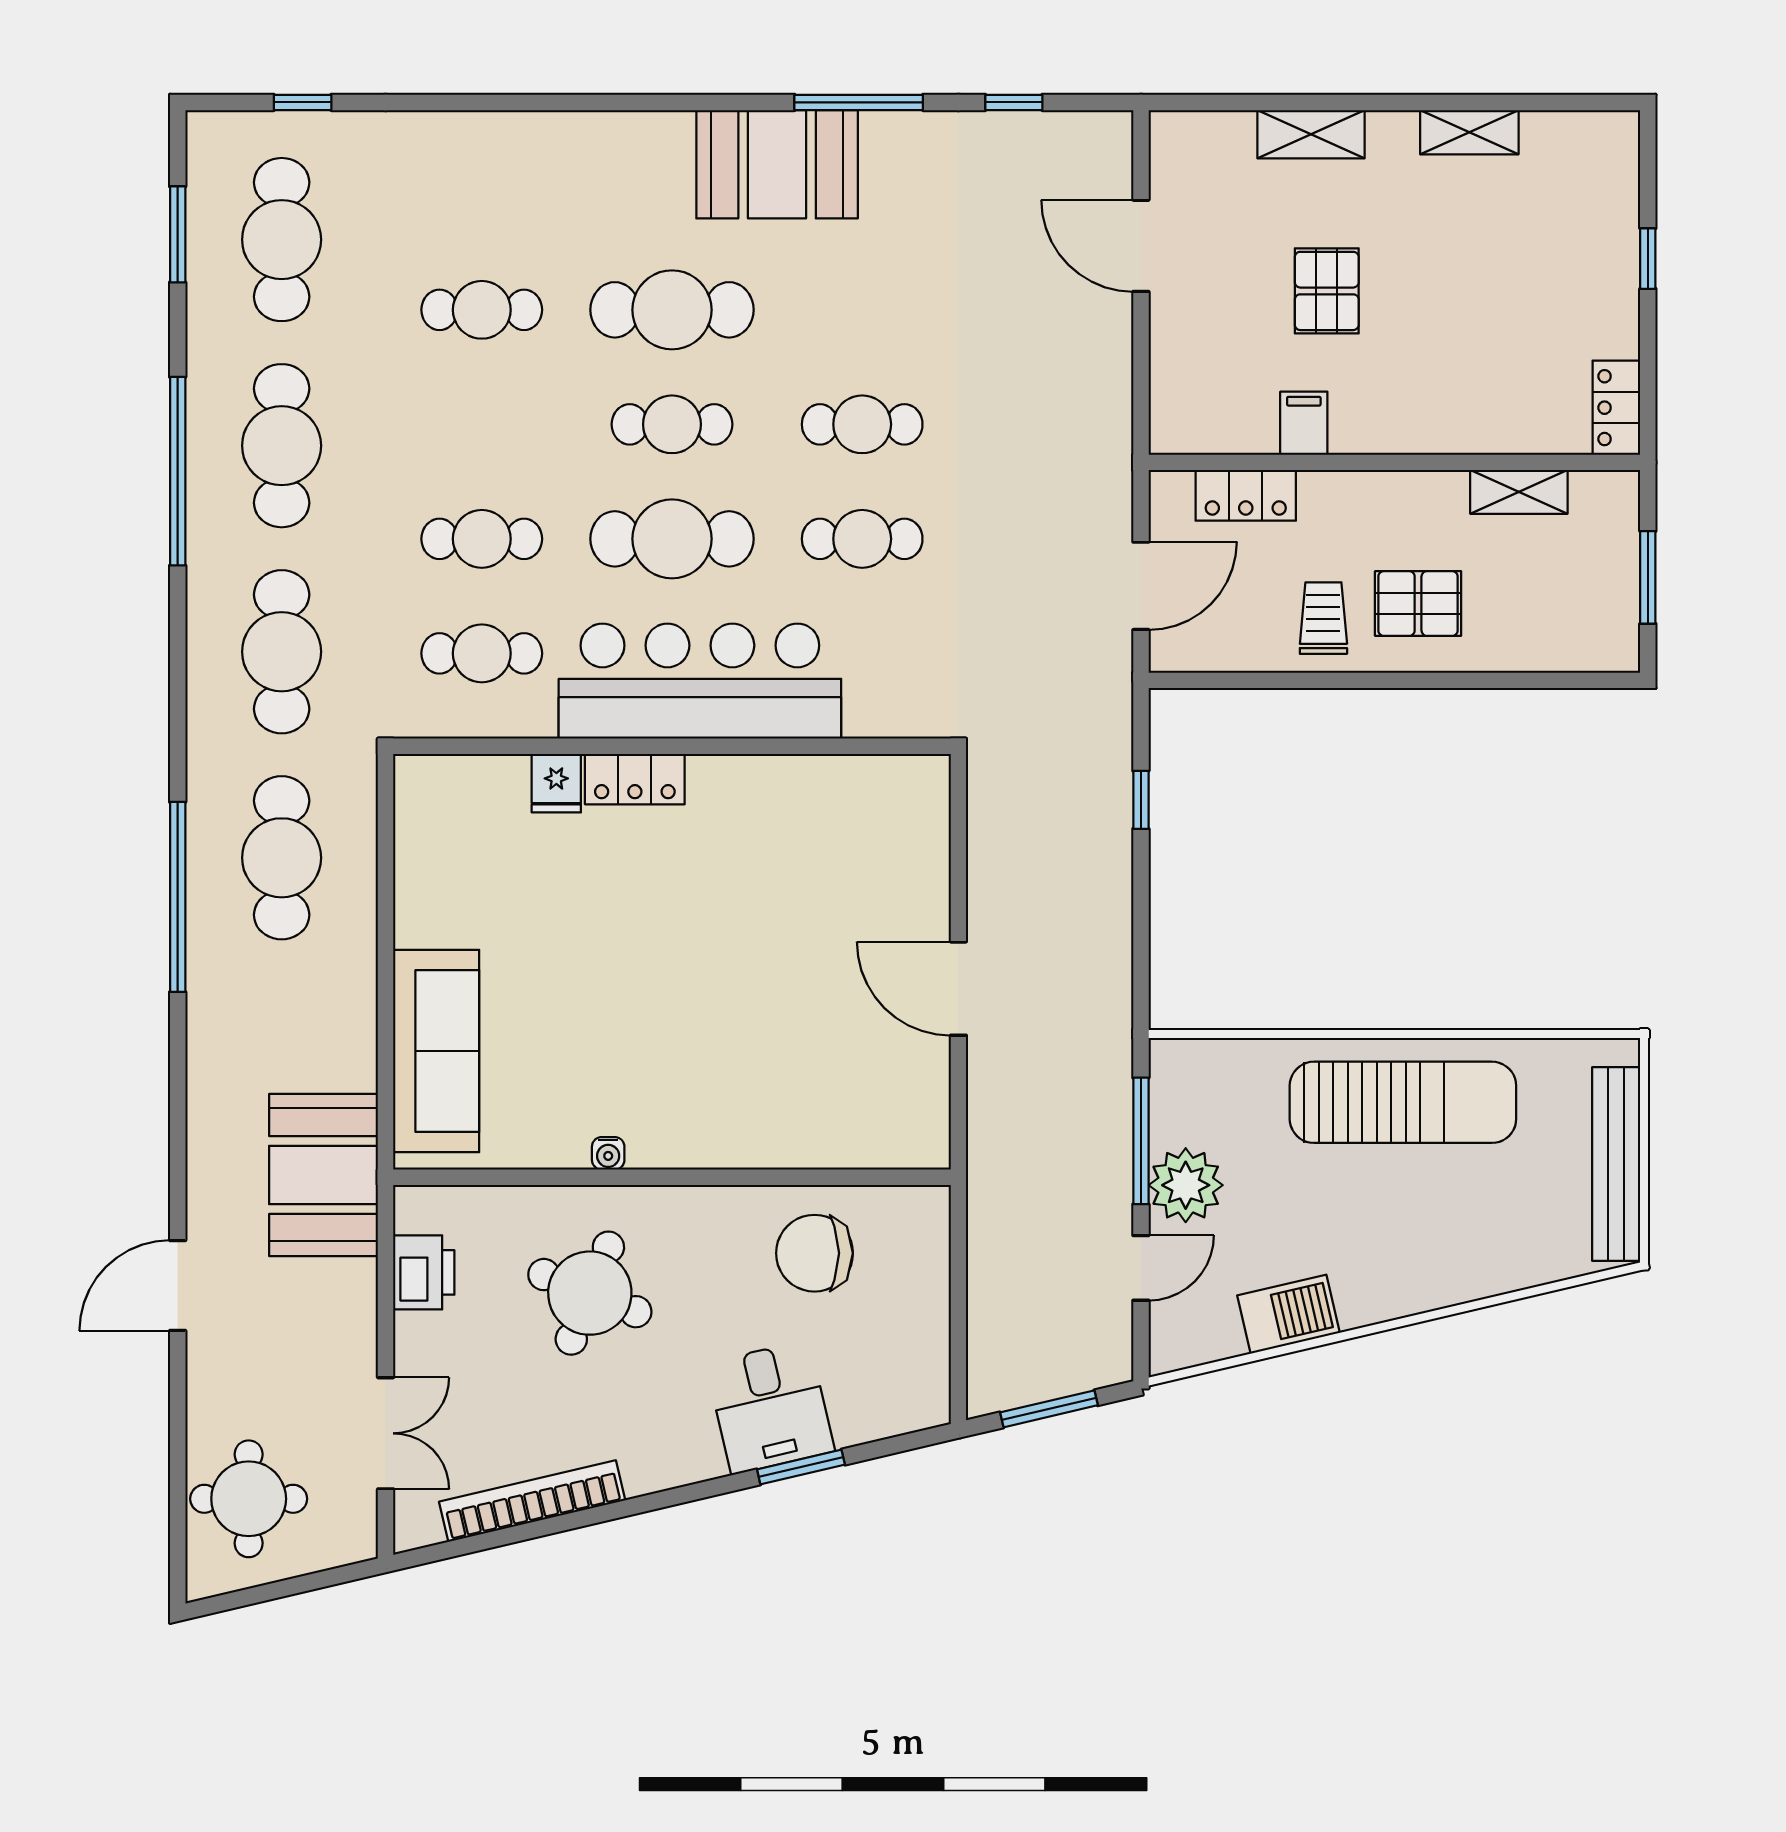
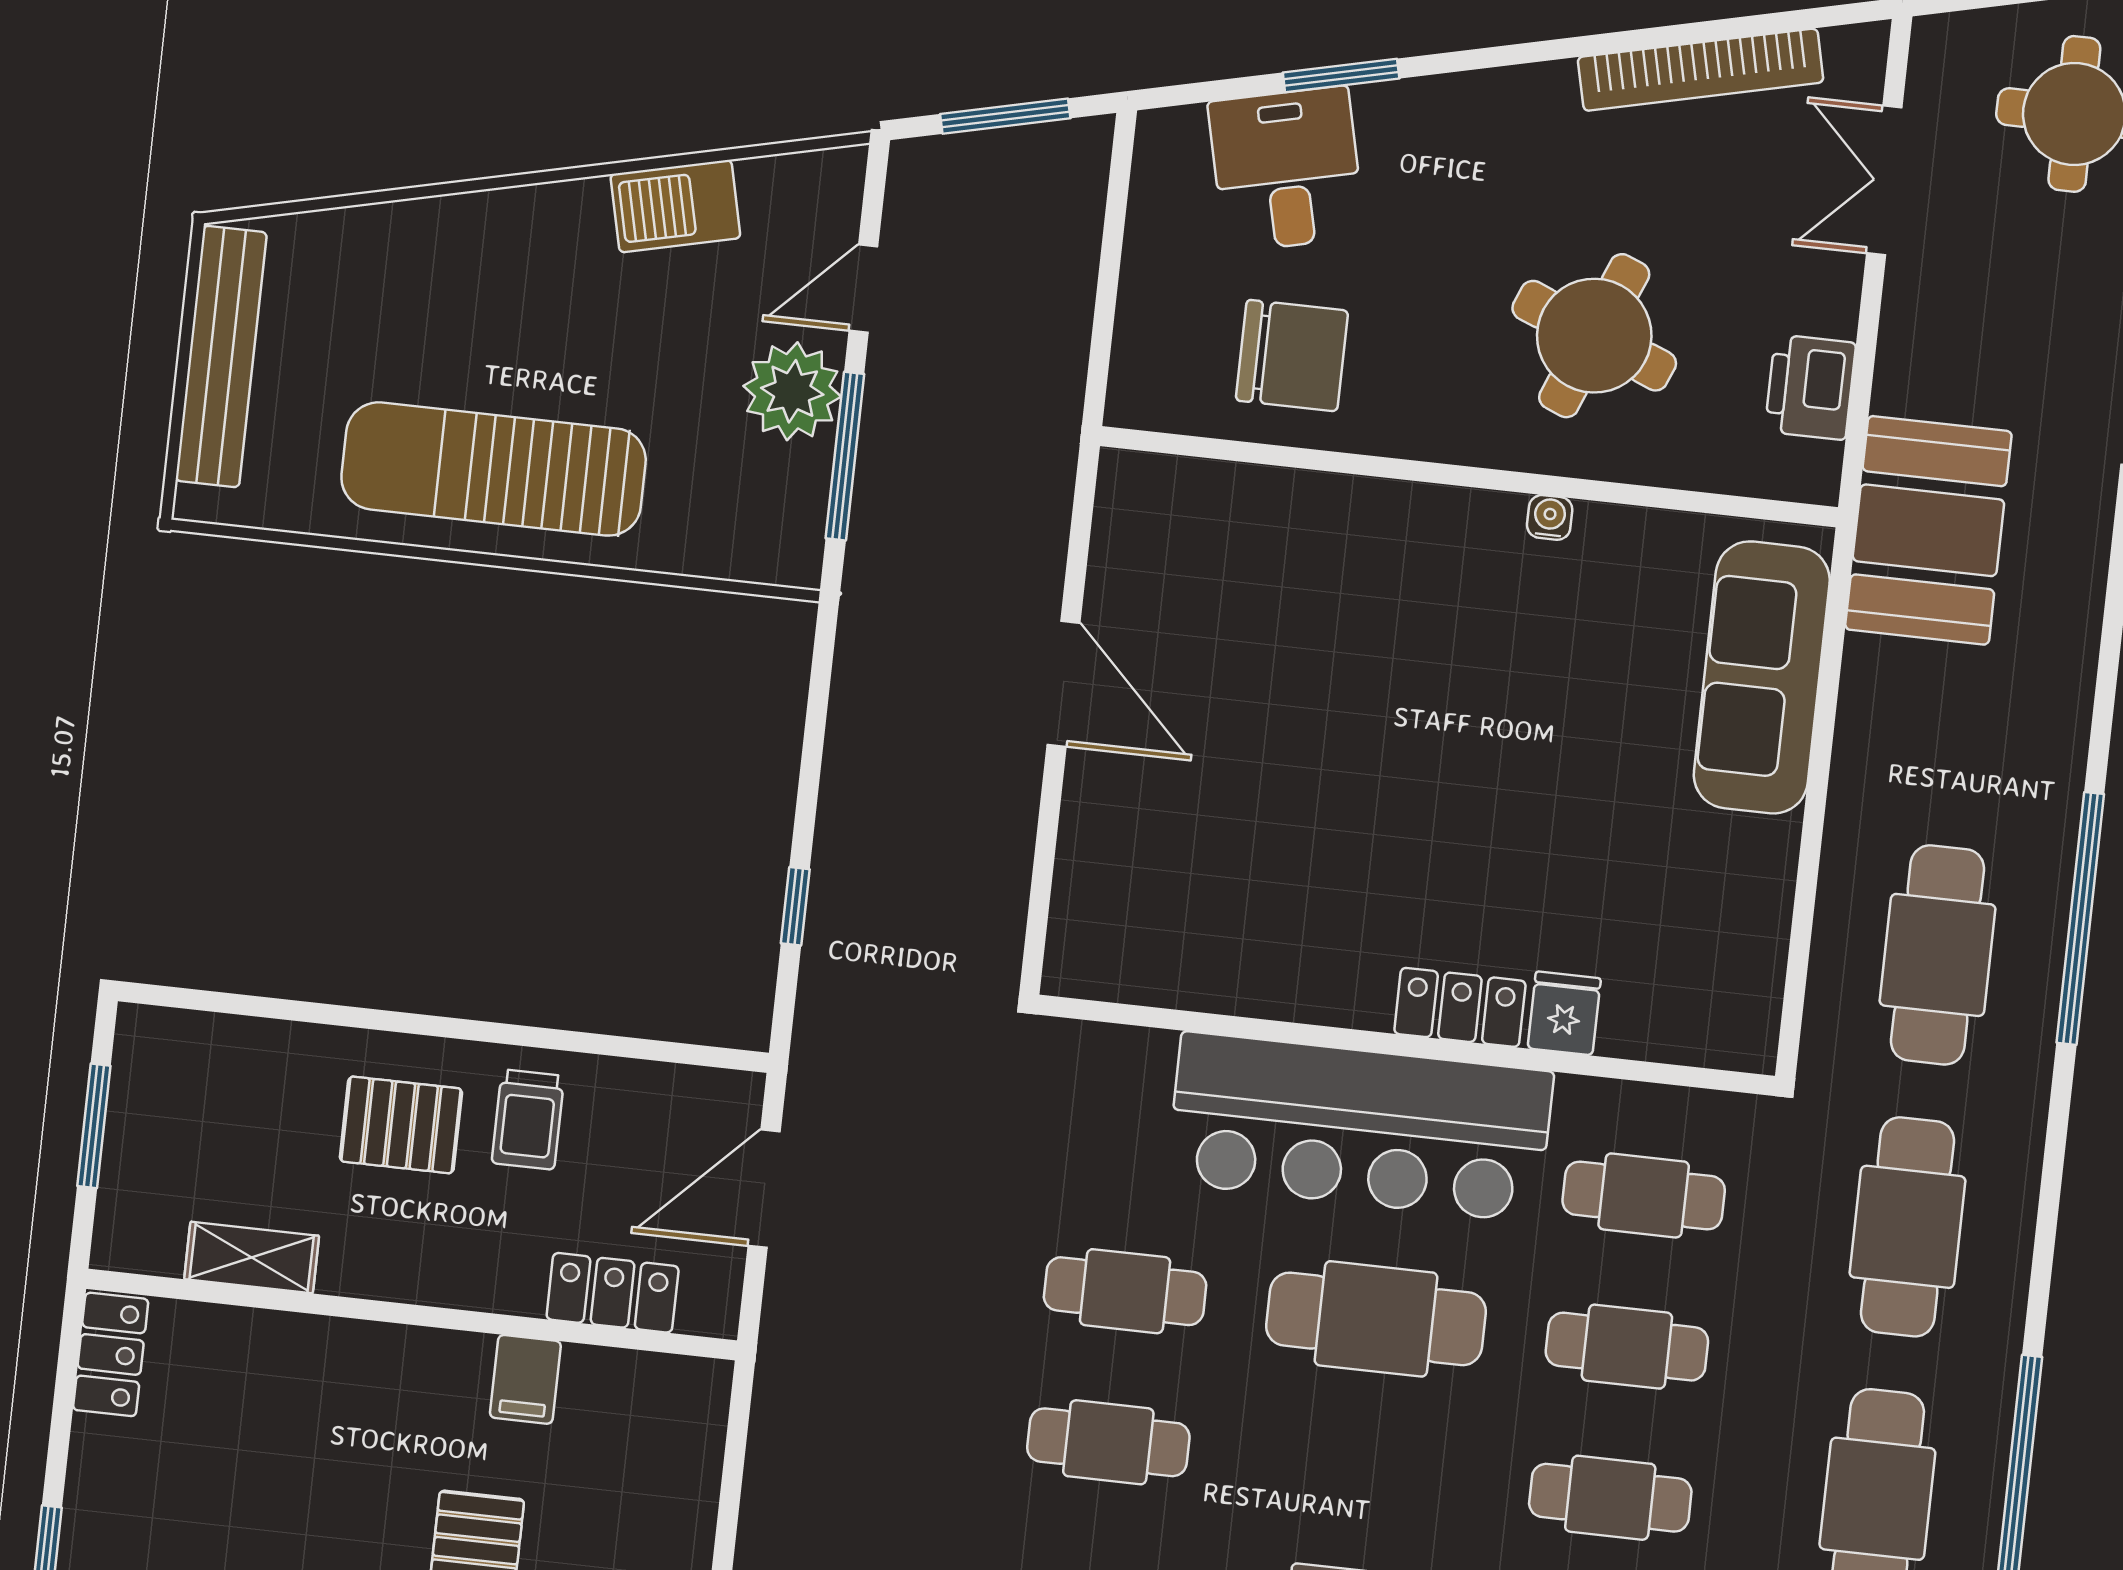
cafe table: (672, 424) -> (1610, 1498), moved
desk: (770, 1407) -> (1287, 169), moved

